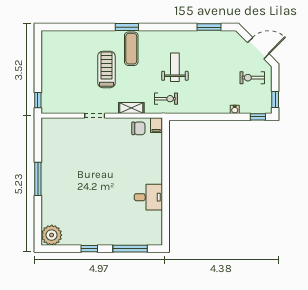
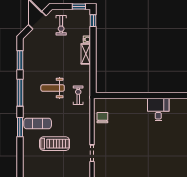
window: (169, 27) -> (20, 93), added
treadmill: (106, 70) -> (55, 144), turned 180
shelving: (131, 108) -> (86, 54), moved
filing cabinet: (156, 125) -> (100, 103), removed

